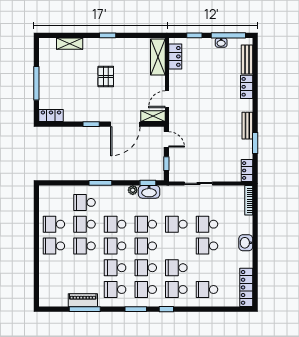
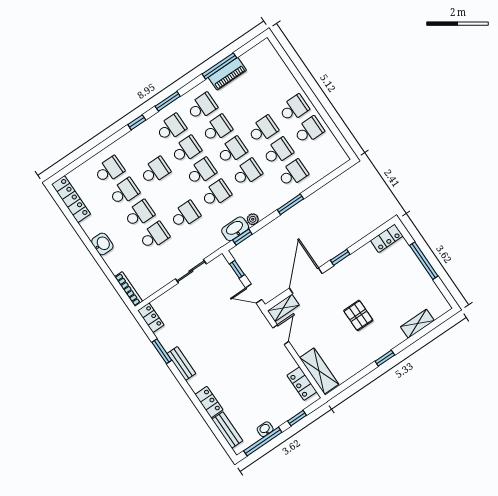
school desk: (176, 289) -> (124, 192), moved

